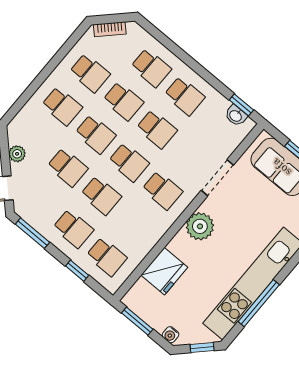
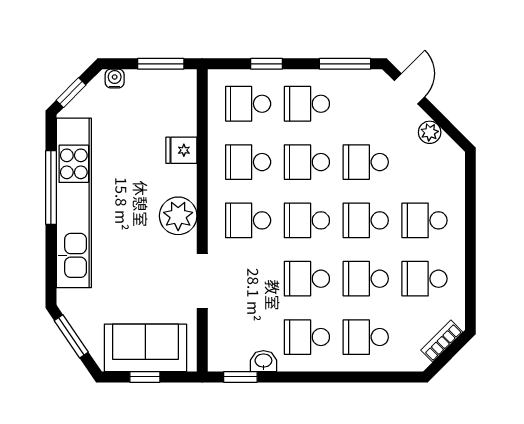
washbasin: (236, 116) -> (263, 361), moved
school desk: (135, 224) -> (248, 162), added
fridge: (164, 271) -> (181, 150), width x0.53, depth x0.75

